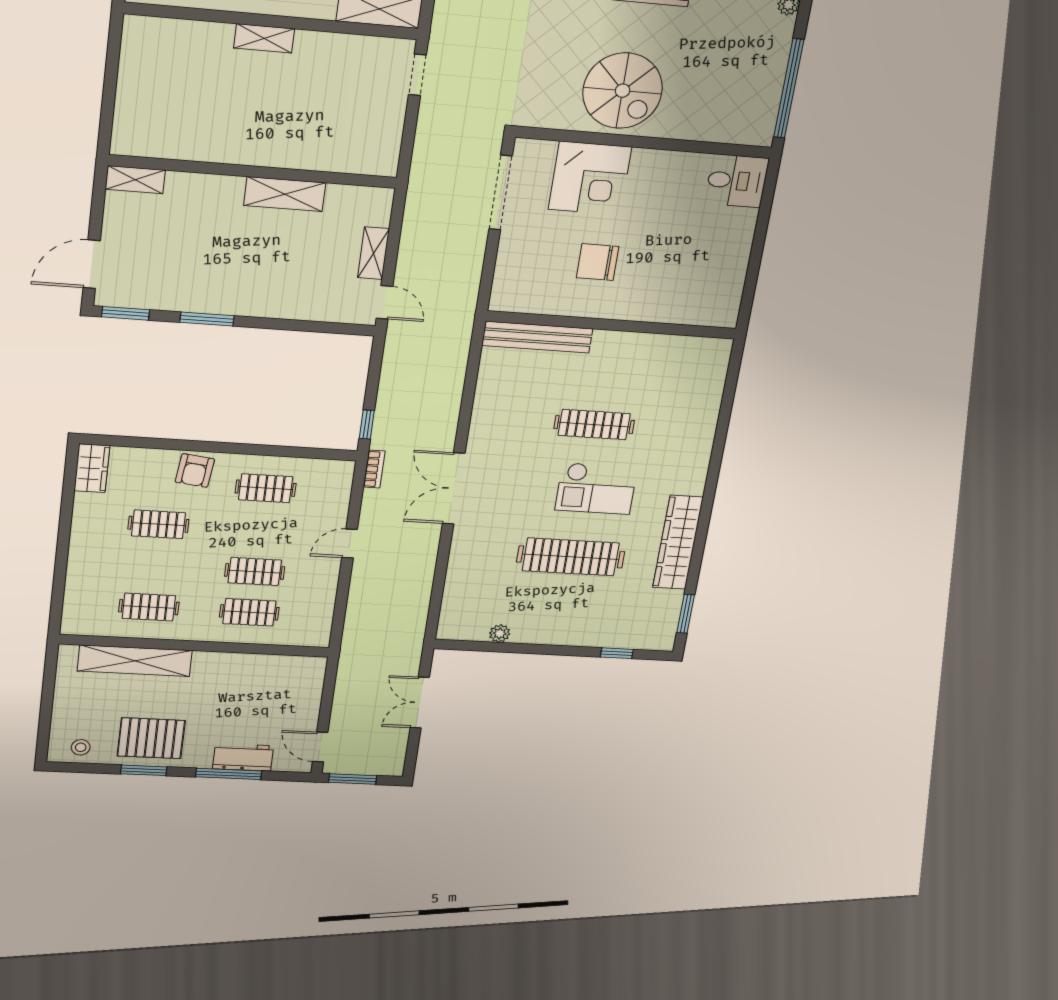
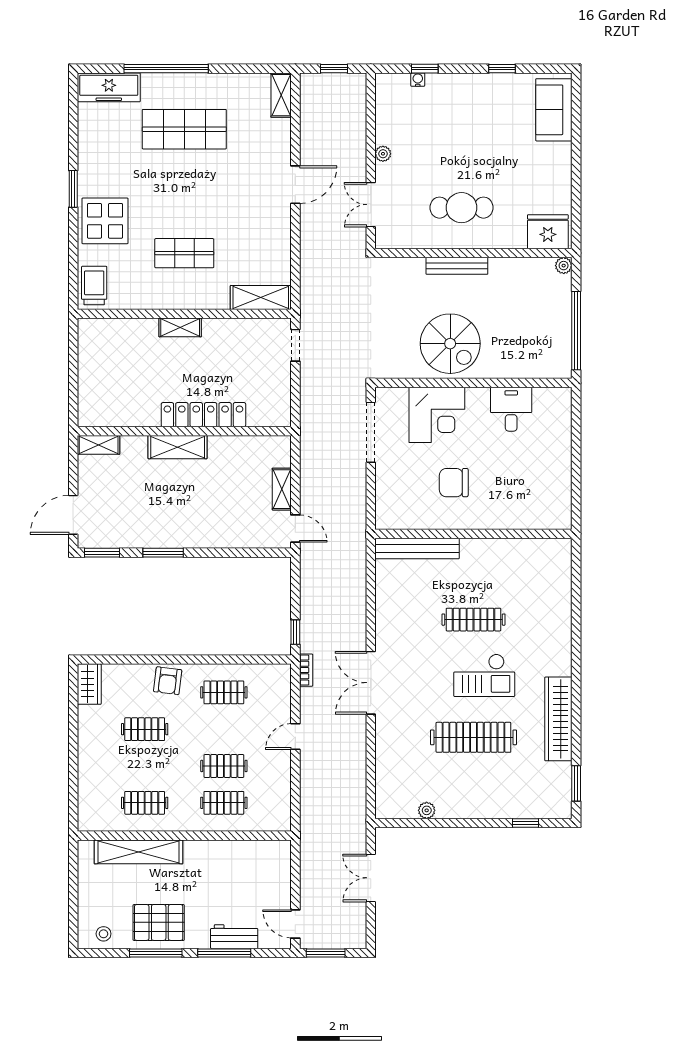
locker: (282, 153) -> (203, 415), added
desk: (737, 181) -> (511, 409), moved, turned -90
shelving: (285, 194) -> (178, 447), moved
window: (144, 770) -> (156, 953), width x1.44

